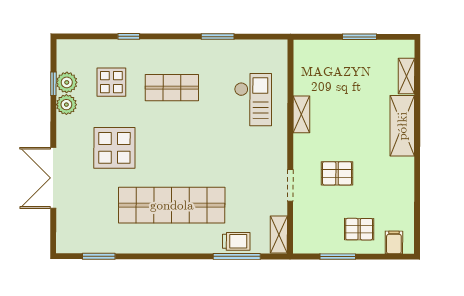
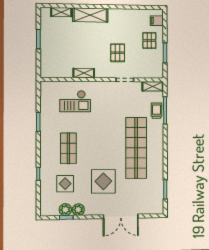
checkout: (253, 100) -> (75, 101), turned 180

